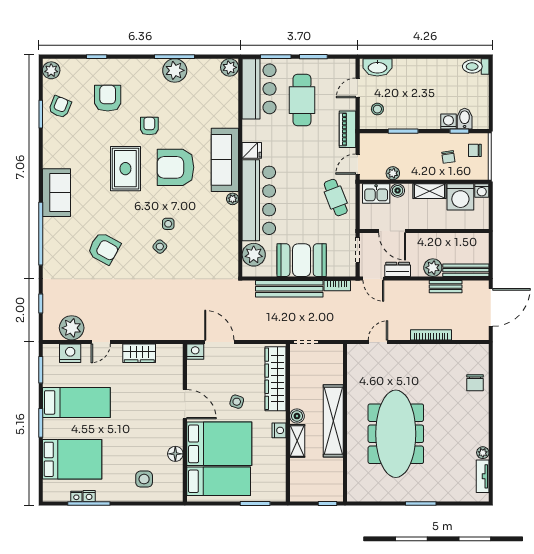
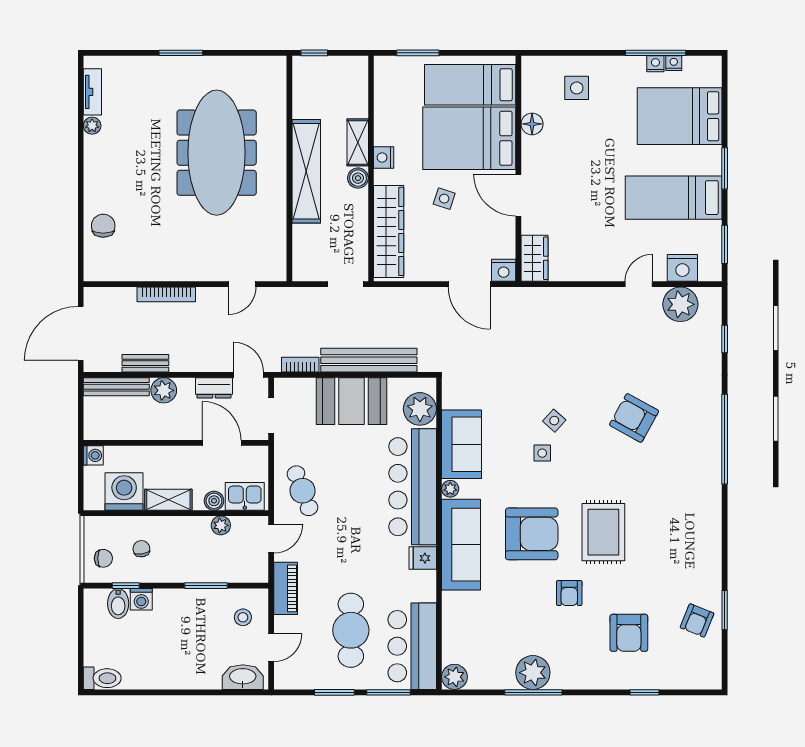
plant: (51, 70) -> (710, 673), removed
washing machine: (482, 191) -> (93, 455), moved, turned 90
sofa: (56, 193) -> (462, 444), moved, turned 180
wardrobe: (139, 353) -> (535, 258), moved, turned 90

